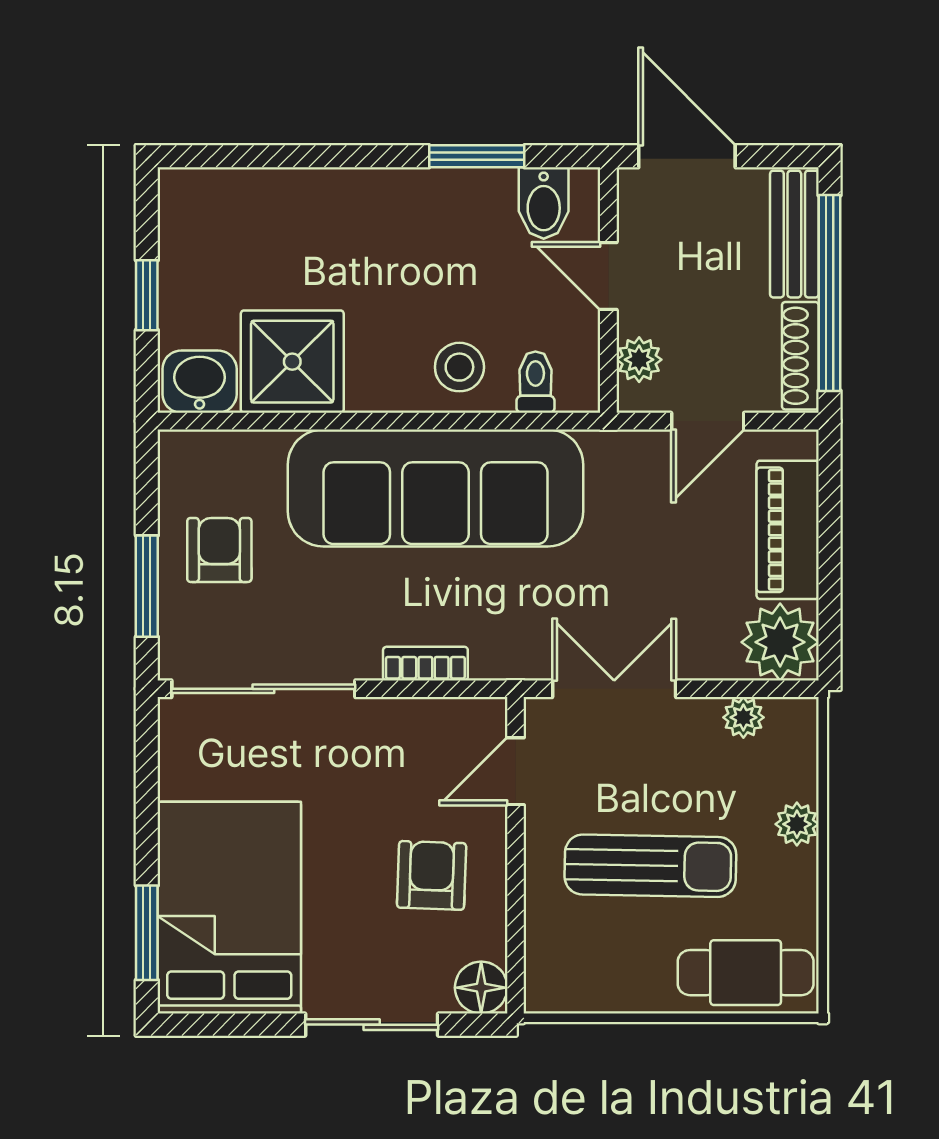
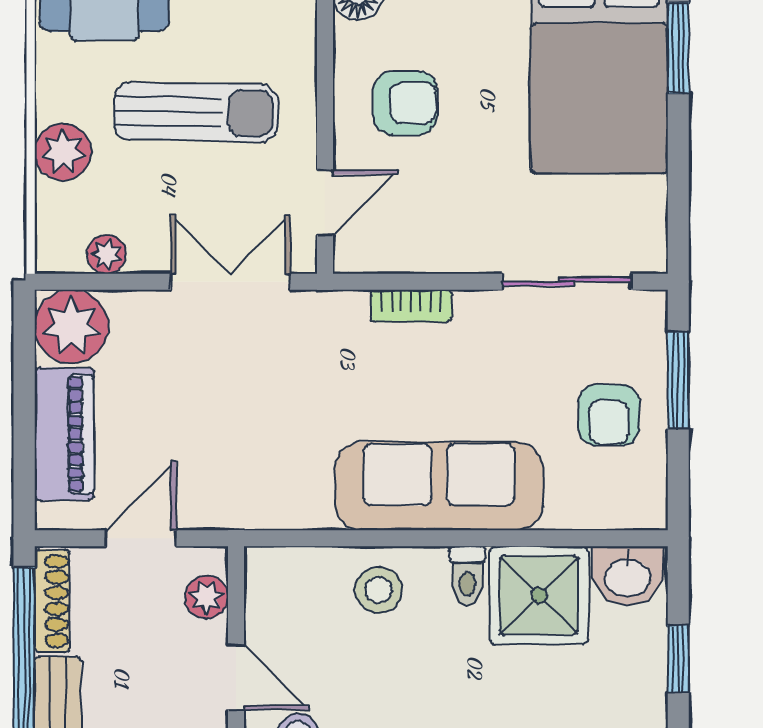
toilet: (535, 382) -> (467, 576), moved
sofa: (435, 488) -> (439, 486), width x0.74, depth x0.79
sliding door: (263, 689) -> (567, 282), width x0.73
double door: (614, 689) -> (230, 282), swing flipped
plant: (797, 824) -> (63, 152), width x1.38, depth x1.38
sun lounger: (650, 866) -> (196, 112), turned 180
armchair: (432, 875) -> (405, 103), turned -92

